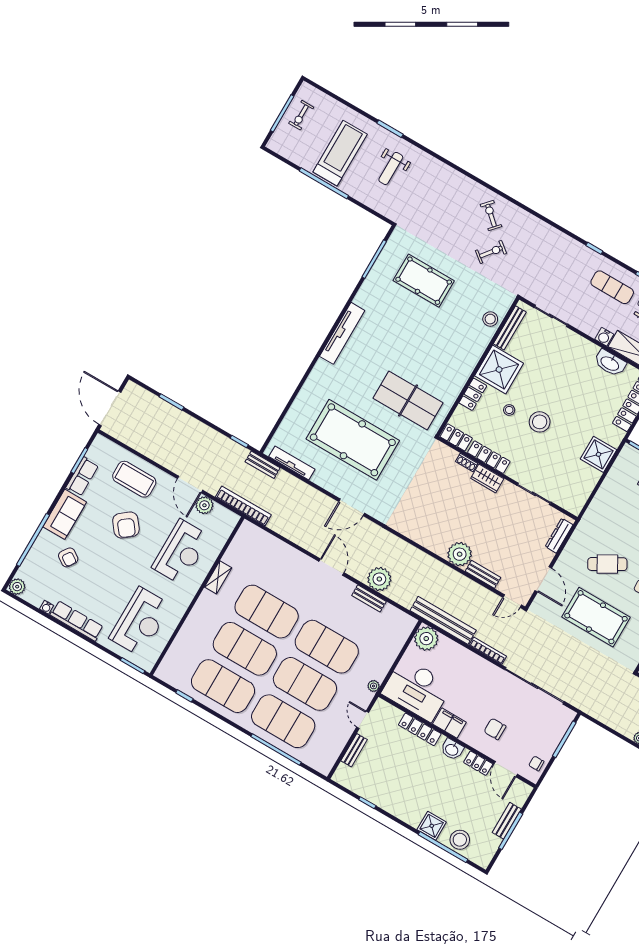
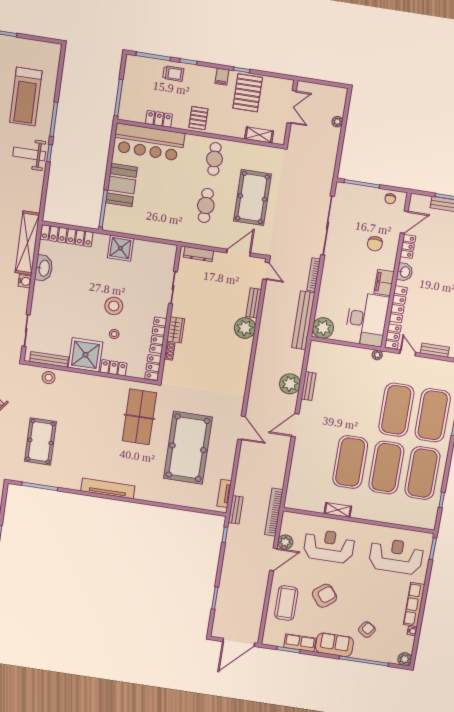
tv unit: (292, 463) -> (224, 493), width x0.71
cafe table: (607, 564) -> (206, 205), turned 30
exercise mat: (327, 647) -> (360, 404), removed
locker: (387, 711) -> (393, 336), added
door: (363, 720) -> (408, 353), swing flipped

